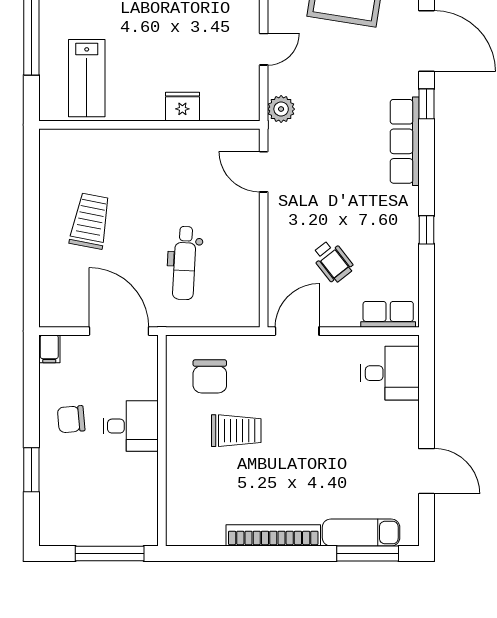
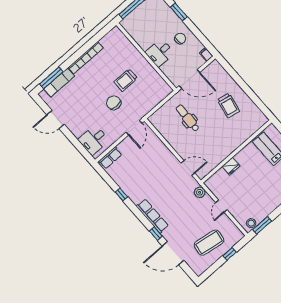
wheelchair: (333, 261) -> (142, 159), removed
chair: (210, 376) -> (114, 103), moved

